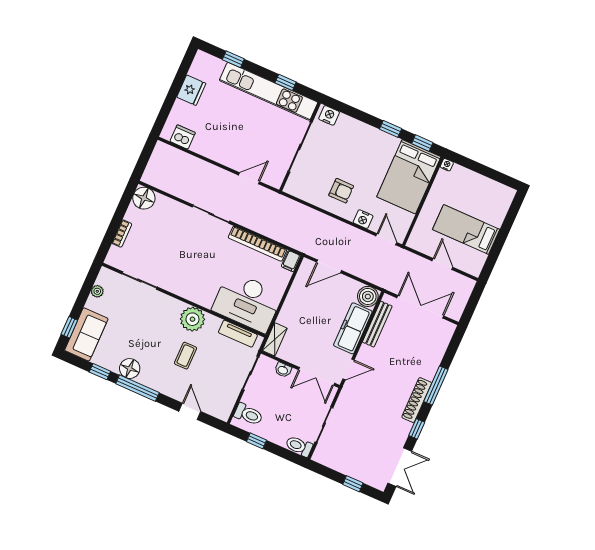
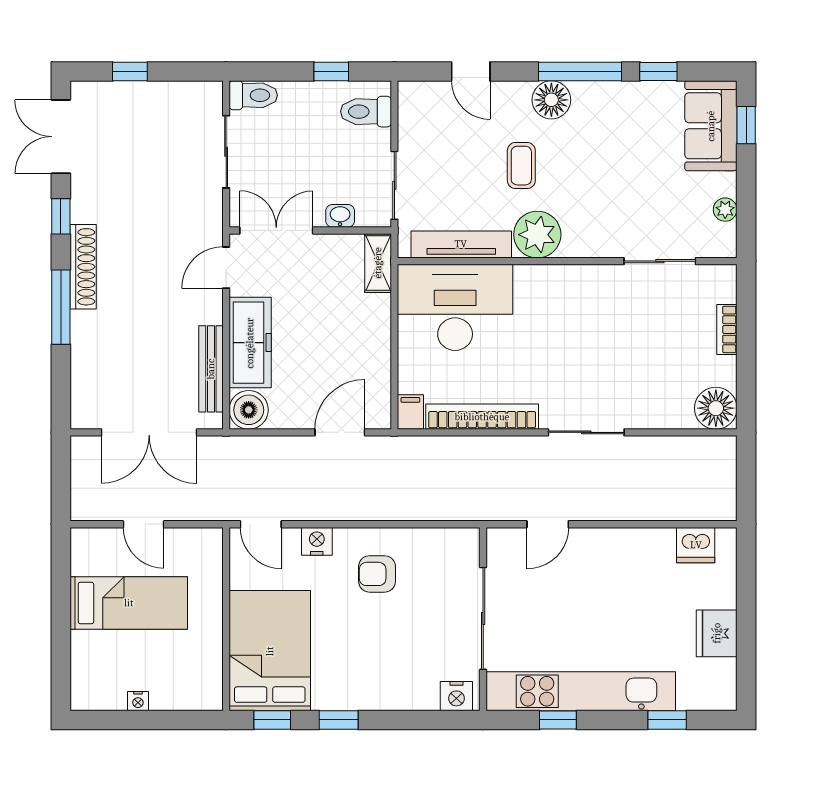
nightstand: (447, 165) -> (138, 701), moved
tv unit: (238, 334) -> (461, 244), width x1.41
floor lamp: (130, 369) -> (551, 100), moved

